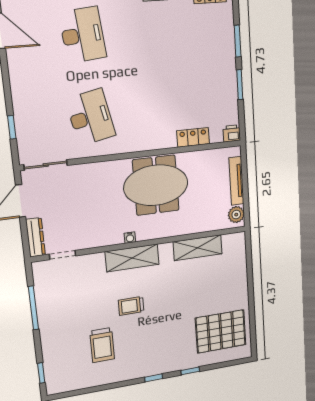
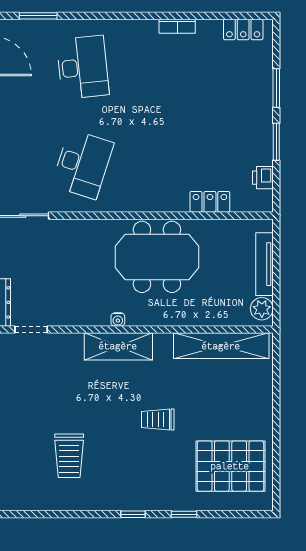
desk: (91, 117) -> (83, 164), turned 30
printer: (232, 133) -> (263, 178), moved, turned -90
shelving: (198, 248) -> (221, 346), width x1.47
trolley: (131, 306) -> (158, 419), moved

